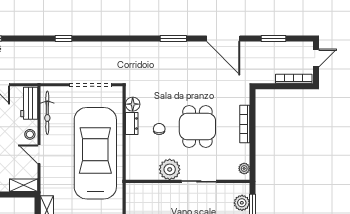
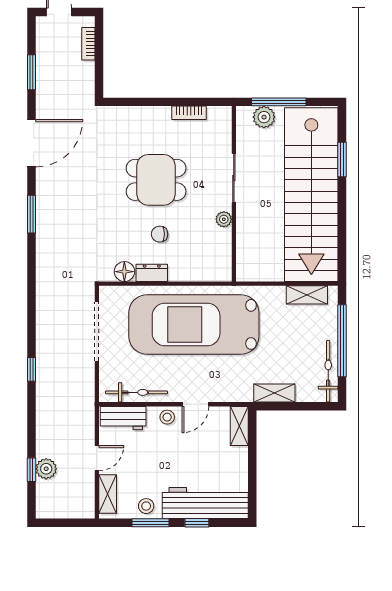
bookcase: (294, 79) -> (88, 44), width x0.64
bookcase: (245, 124) -> (189, 113), moved, width x0.64
plant: (244, 168) -> (215, 114), removed
plant: (170, 169) -> (224, 219), width x0.53, depth x0.53

